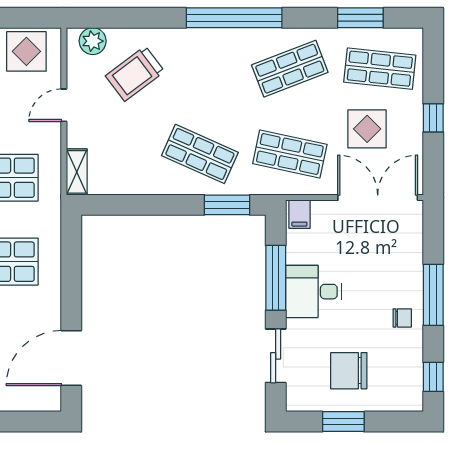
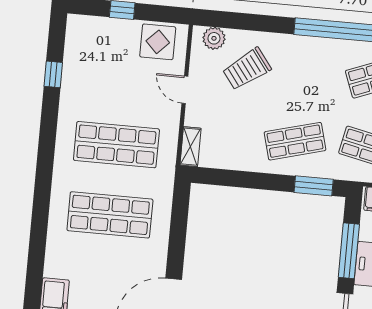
door: (64, 105) -> (185, 90), hinge flipped
shop shelf: (200, 154) -> (295, 141), turned -39

